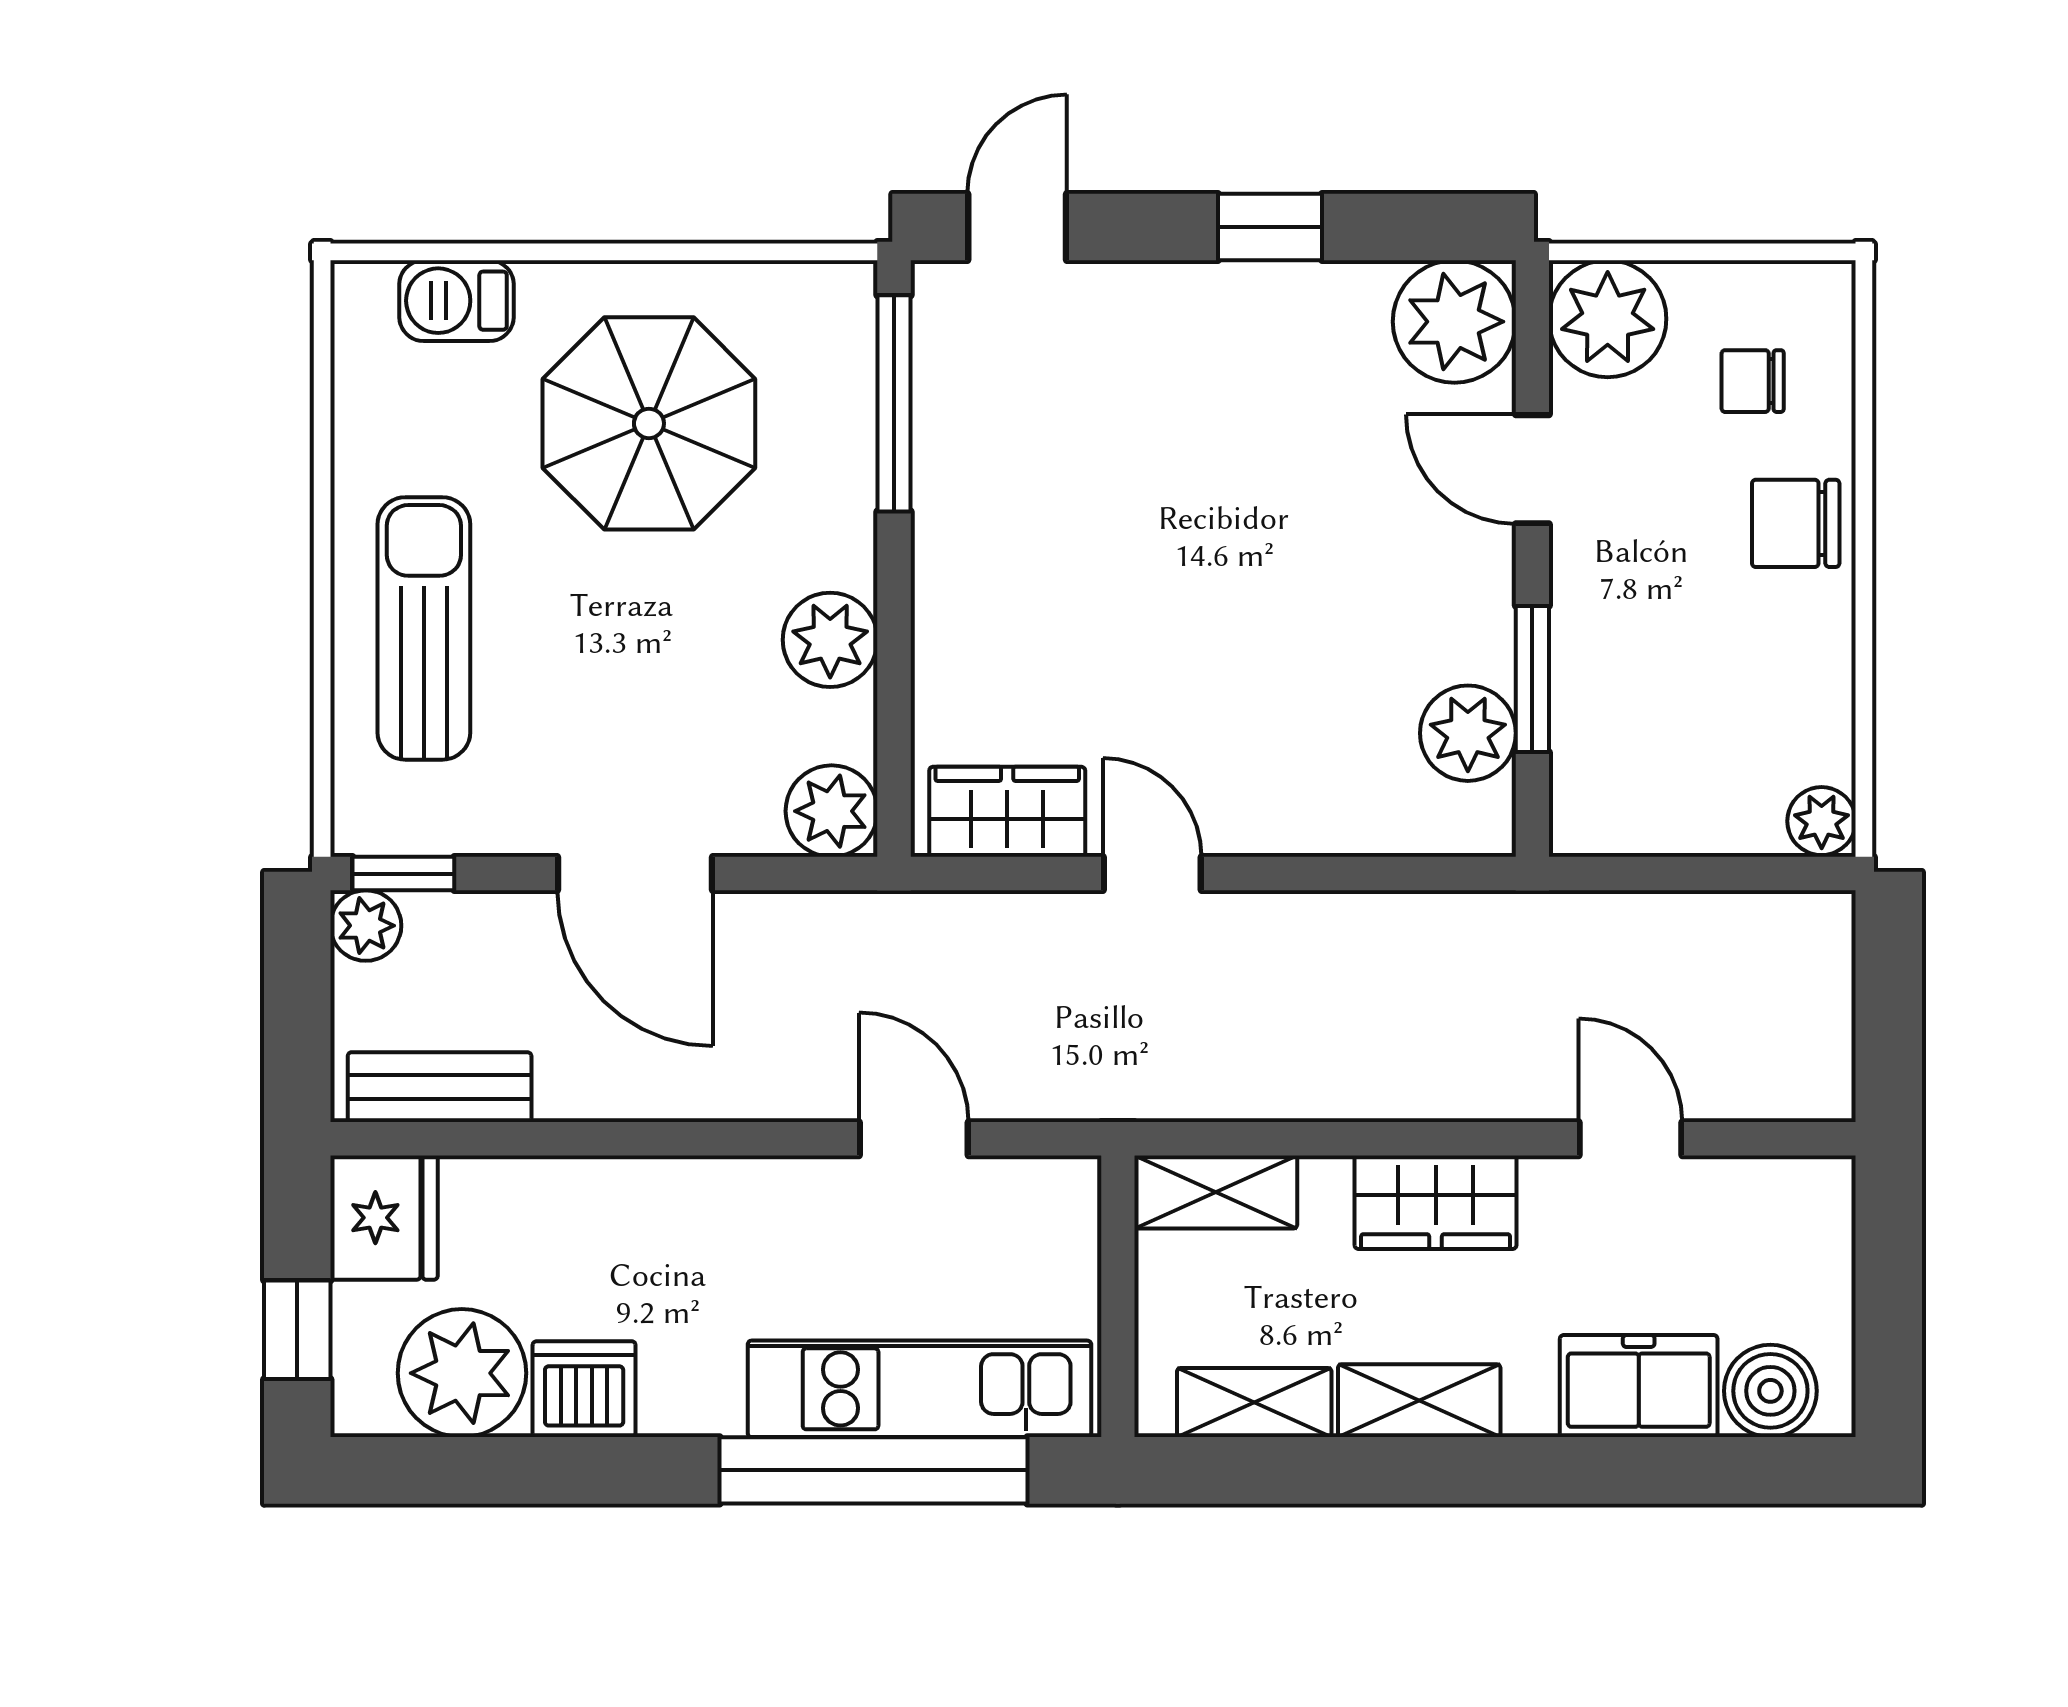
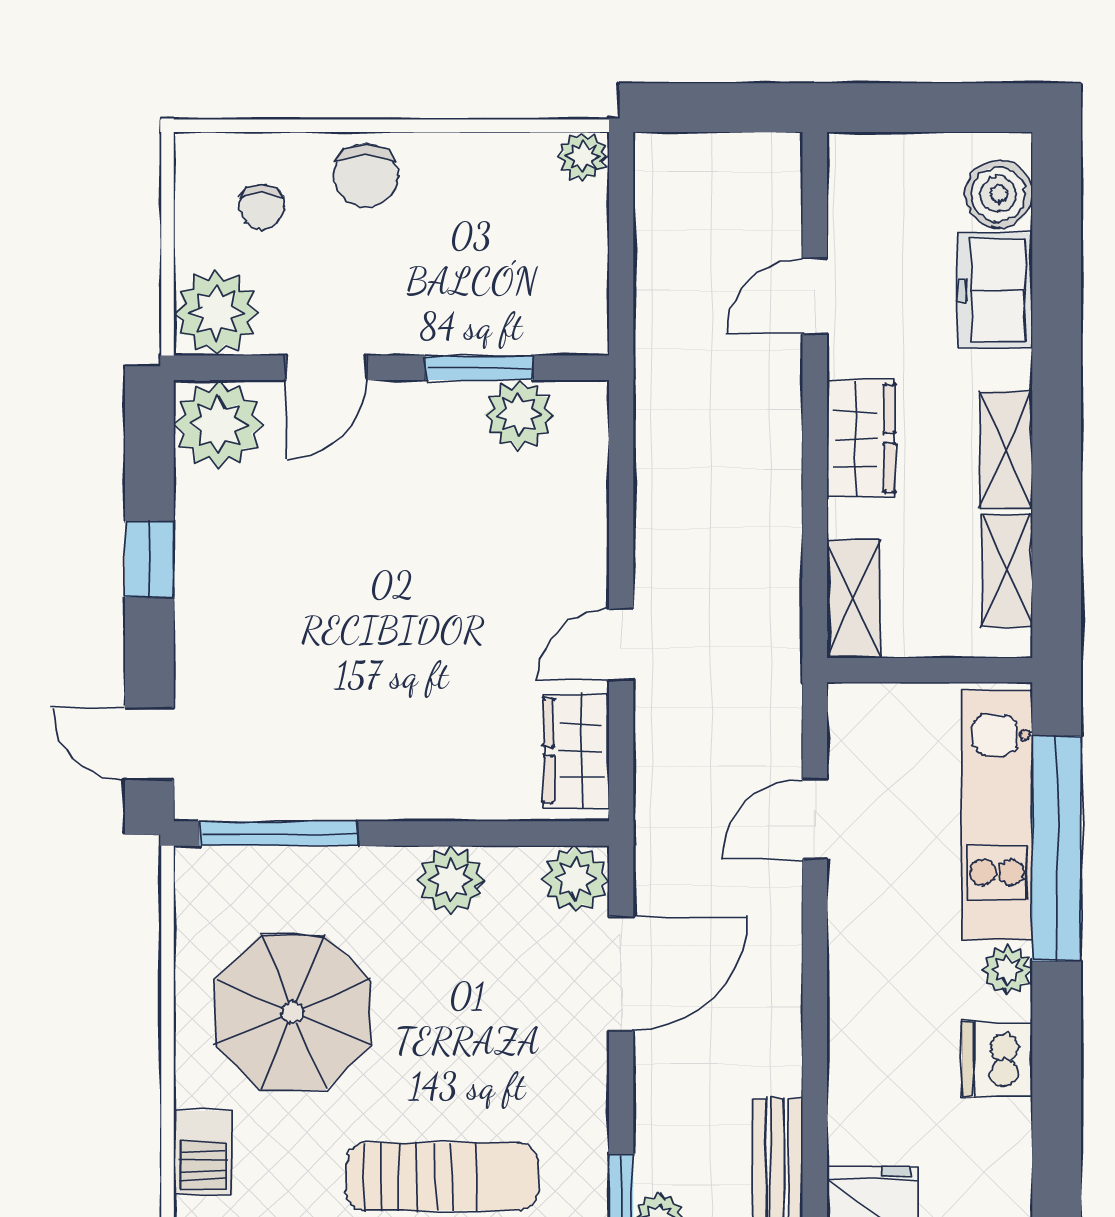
sun lounger: (424, 628) -> (442, 1176), turned 180
door: (635, 874) -> (621, 974), moved
plant: (462, 1373) -> (1007, 970), moved, width x0.53, depth x0.53

